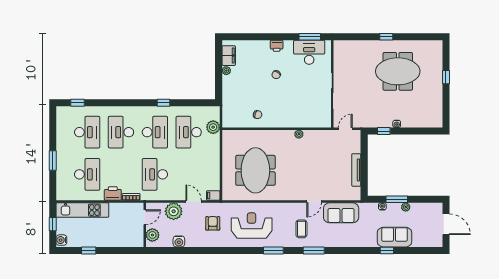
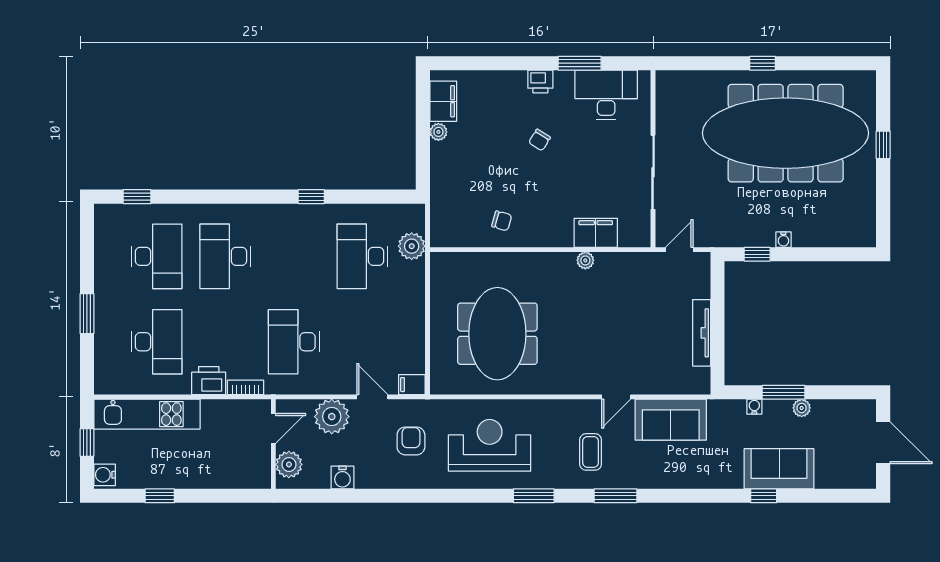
window: (310, 37) -> (580, 63), moved
meeting table: (398, 71) -> (786, 133), width x1.86, depth x1.27
filing cabinet: (304, 121) -> (596, 233), added
desk: (155, 132) -> (294, 256), removed

